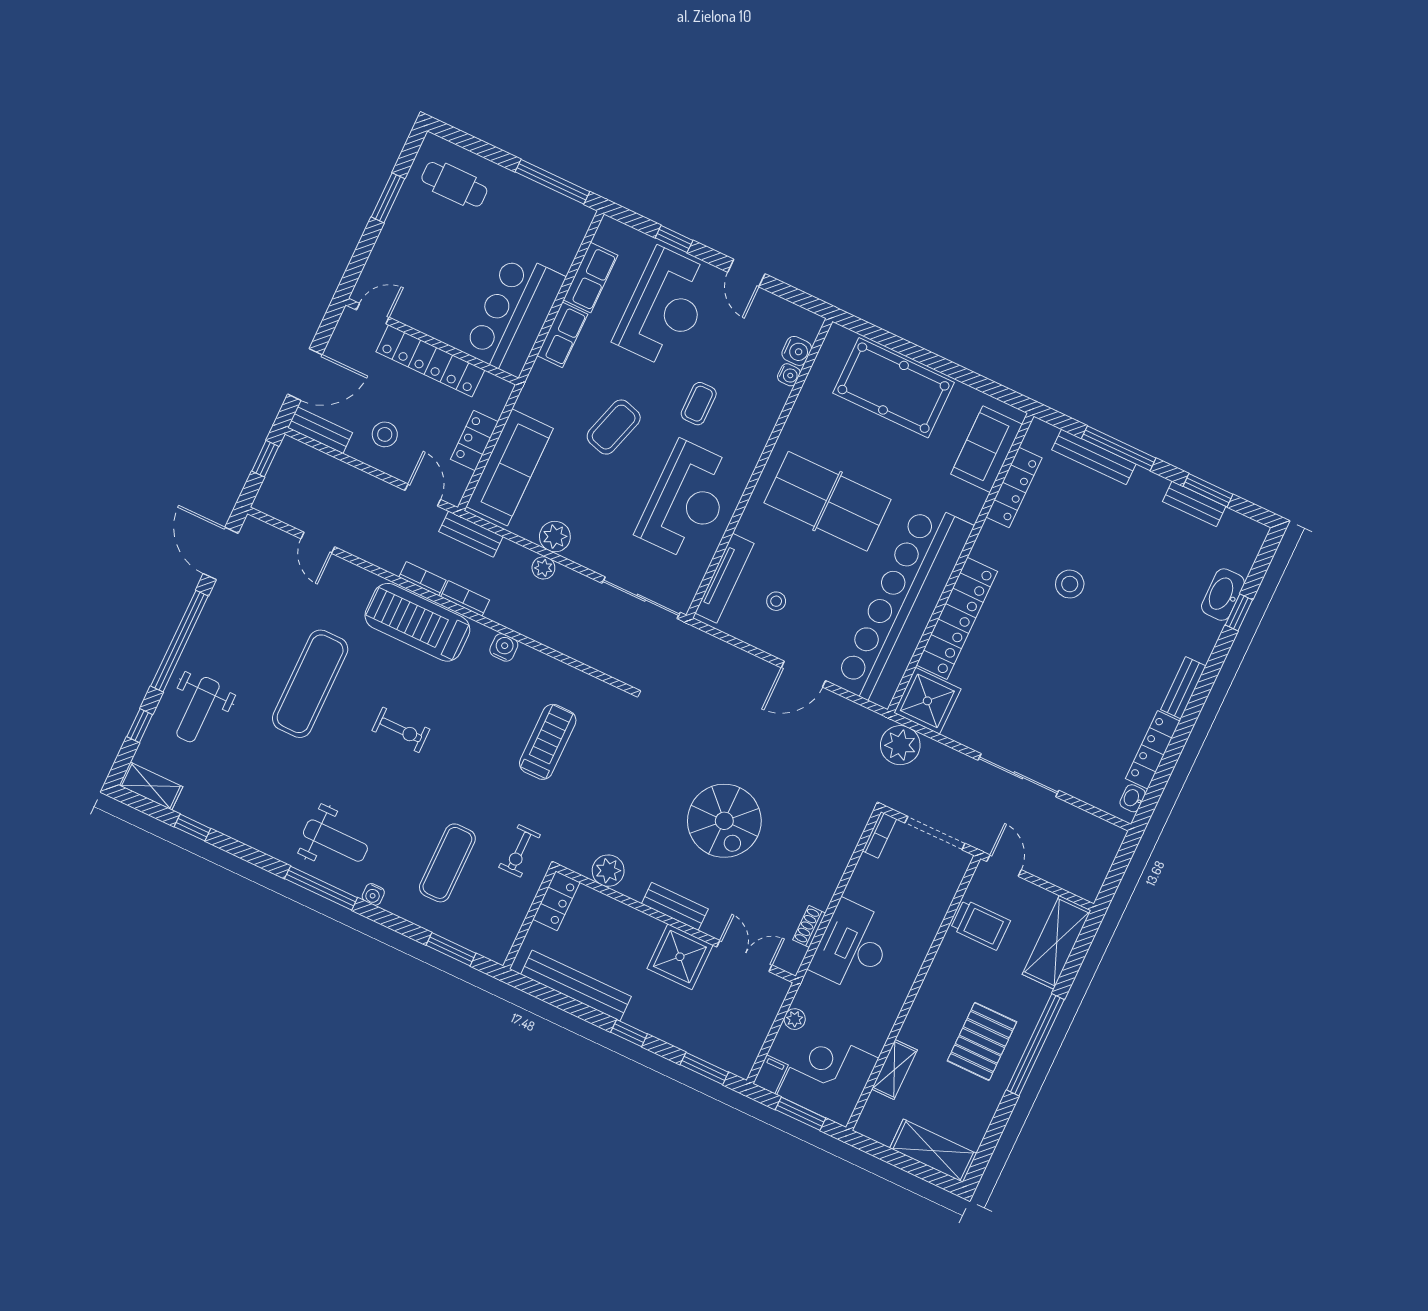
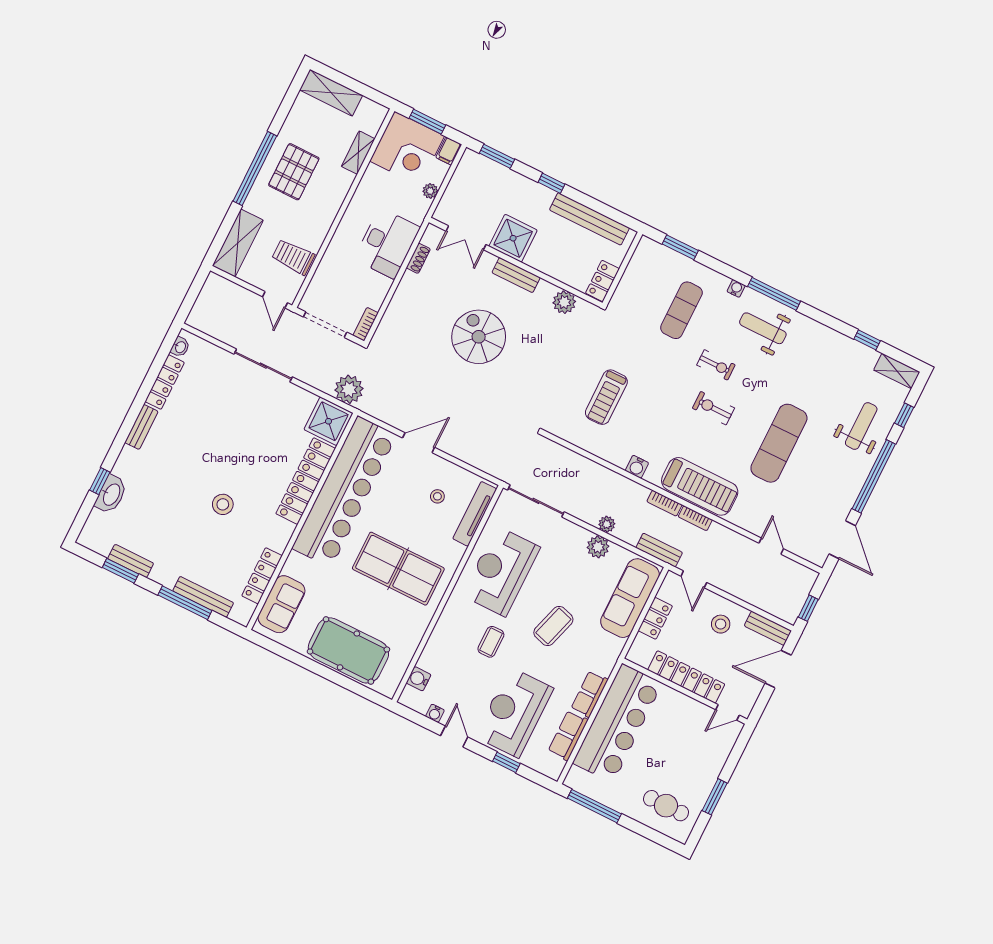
bar counter: (514, 314) -> (617, 723), width x1.36
water cooler: (789, 375) -> (435, 713), moved, turned -90
exercise bike: (520, 851) -> (716, 365), moved, turned 90

